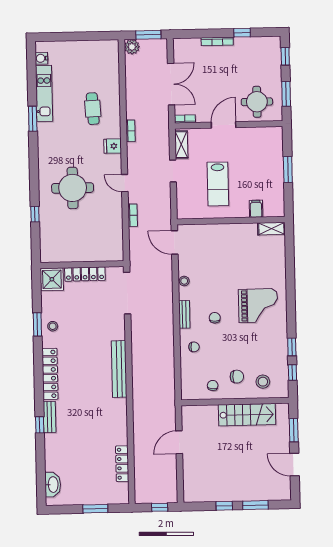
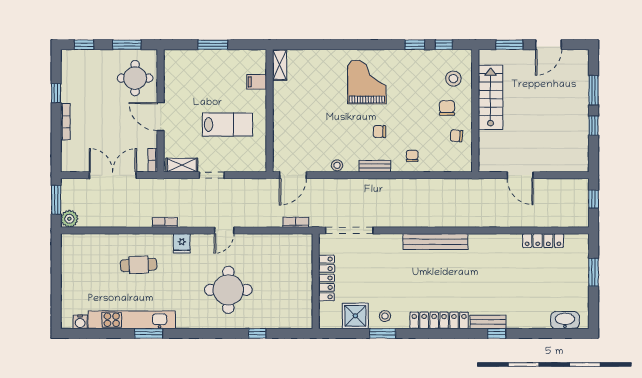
kitchen unit: (44, 93) -> (132, 320), width x1.36
bookcase: (133, 215) -> (296, 222), moved
shower: (52, 279) -> (355, 316), moved

